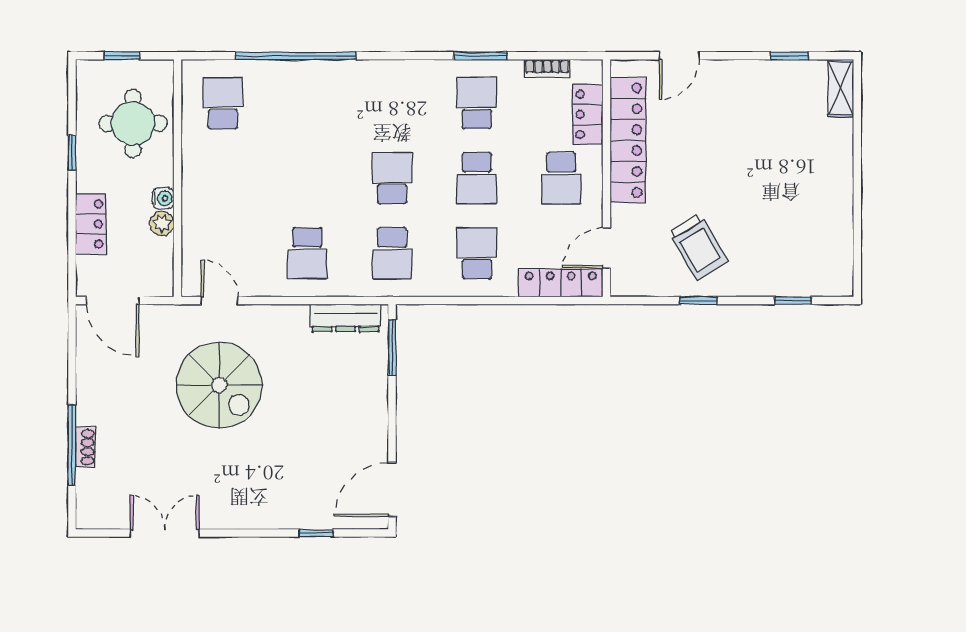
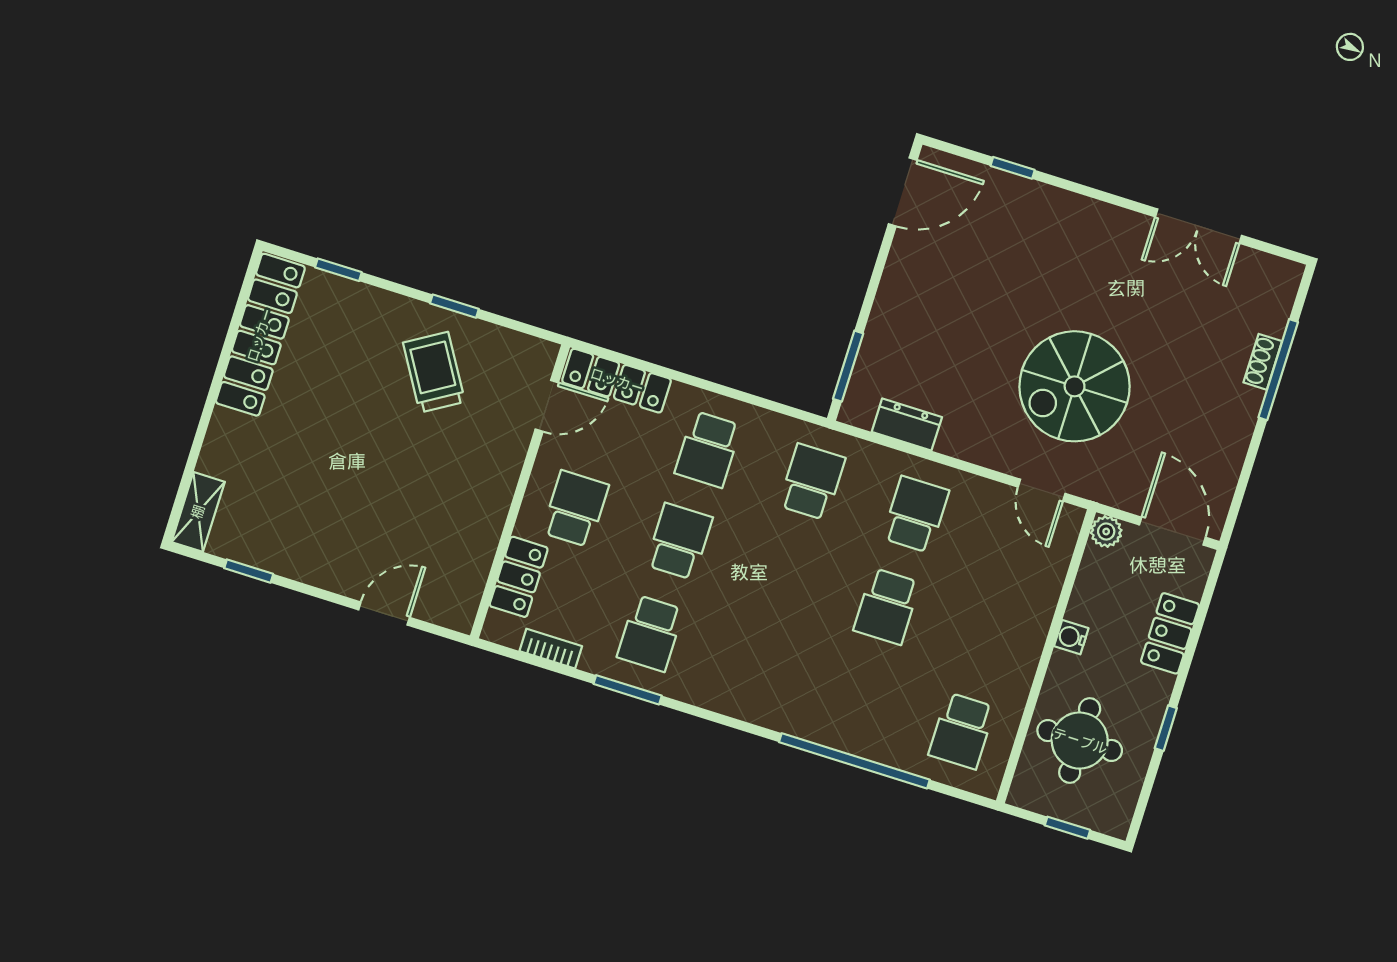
locker: (628, 140) -> (260, 335), moved, turned 180
school desk: (392, 178) -> (887, 606), moved
plant: (162, 223) -> (1106, 531), moved
dresser: (346, 318) -> (907, 425), width x0.70
spiral stairs: (219, 385) -> (1075, 386), turned -90

